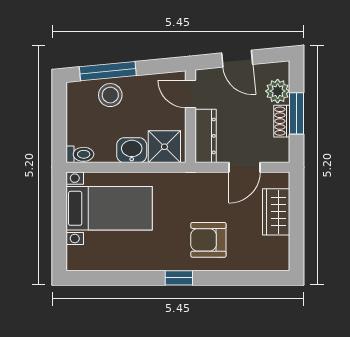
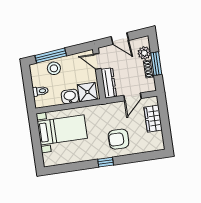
toilet: (80, 154) -> (40, 91), moved

